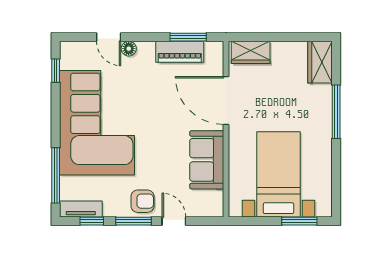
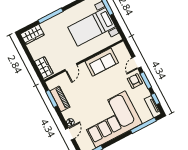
door: (226, 100) -> (71, 67), width x0.53

